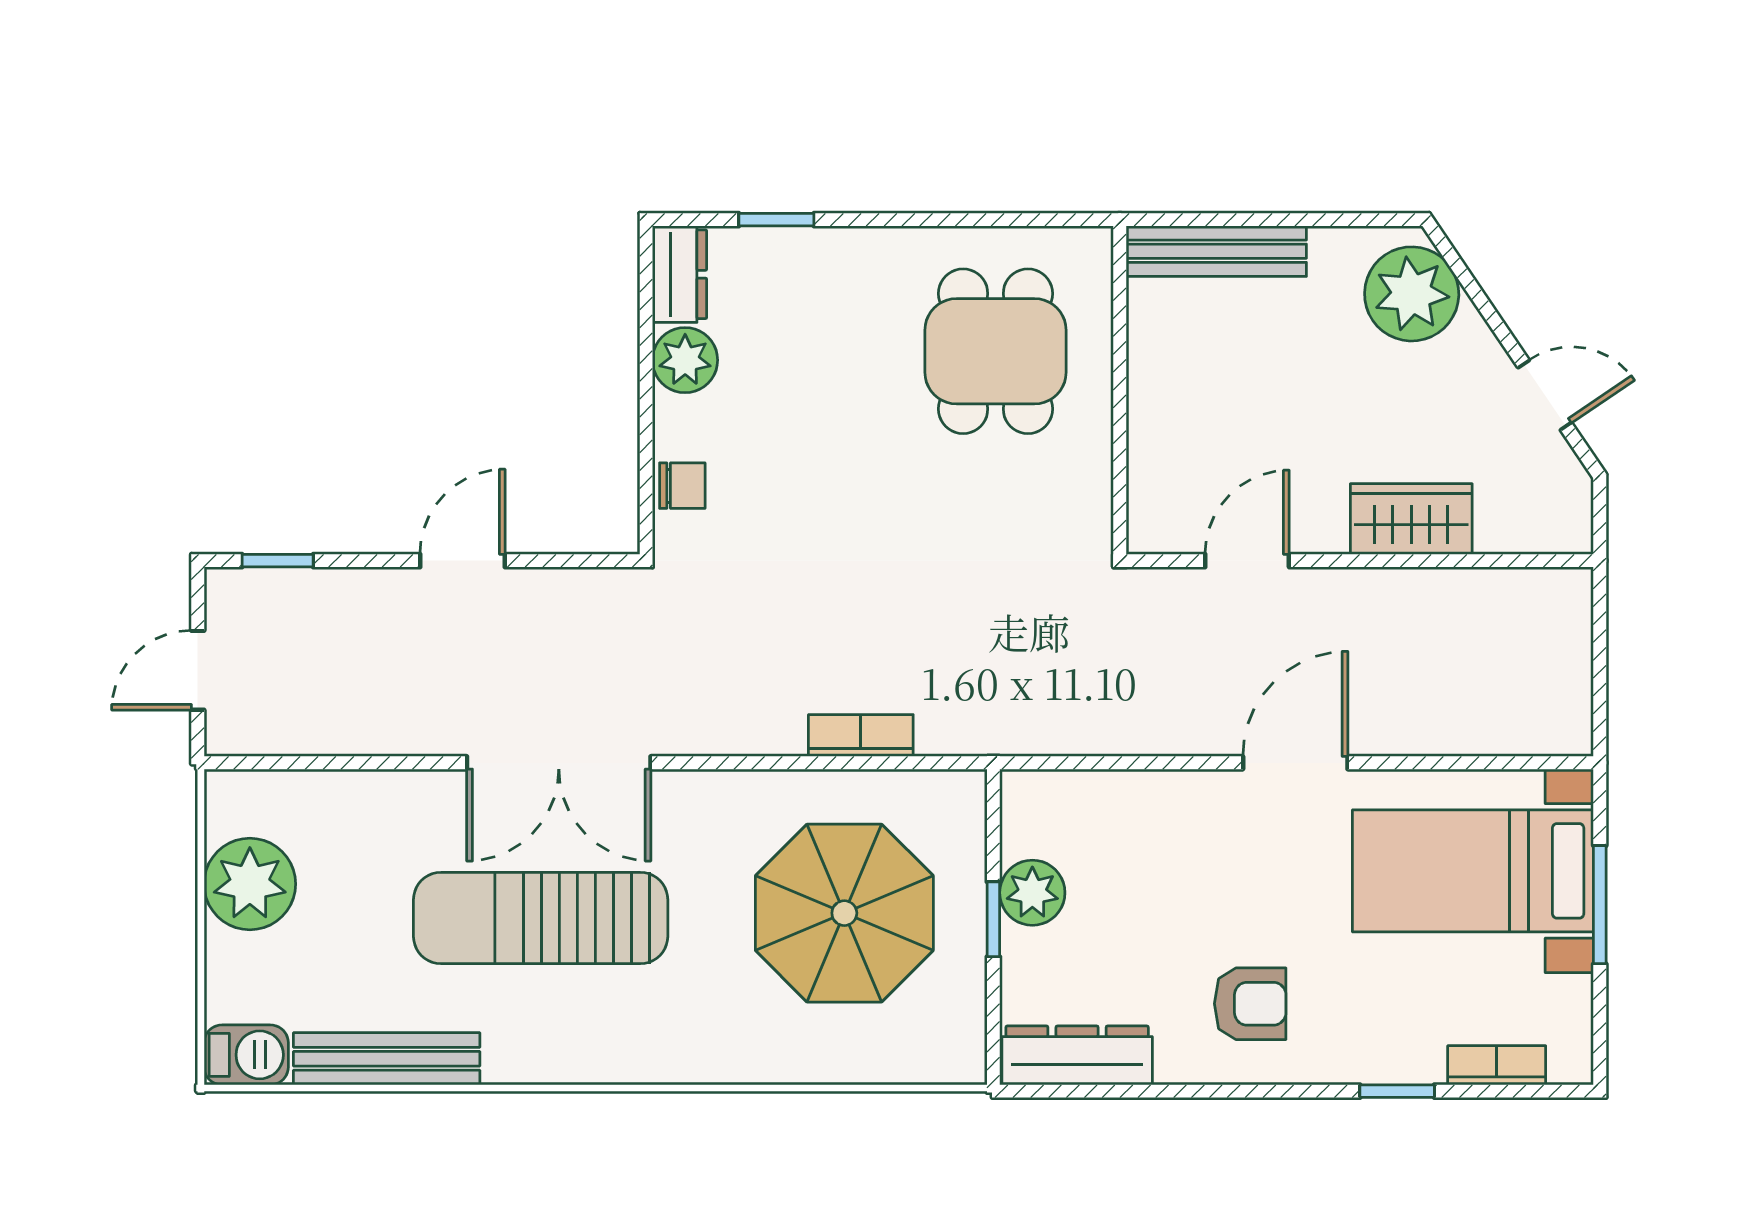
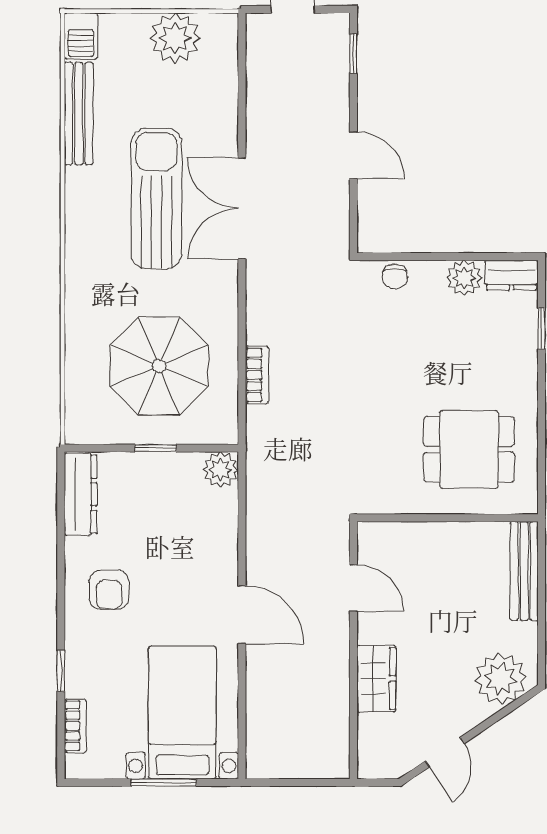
plant: (1032, 893) -> (221, 470), moved

